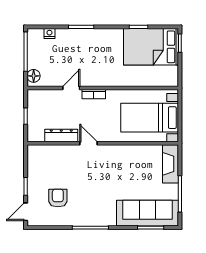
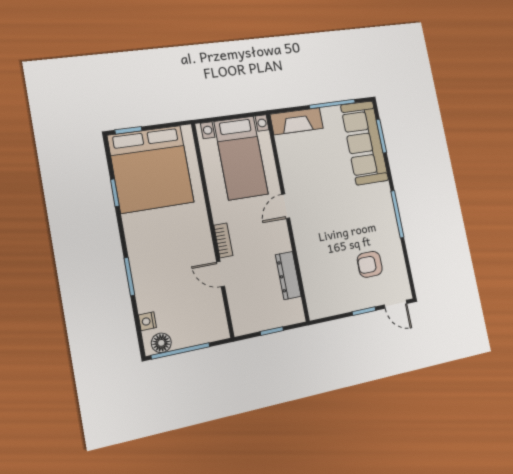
bed: (151, 47) -> (151, 169), width x1.36
floor lamp: (34, 76) -> (161, 343), moved
door: (88, 143) -> (286, 206), moved

